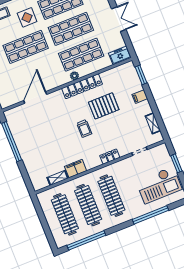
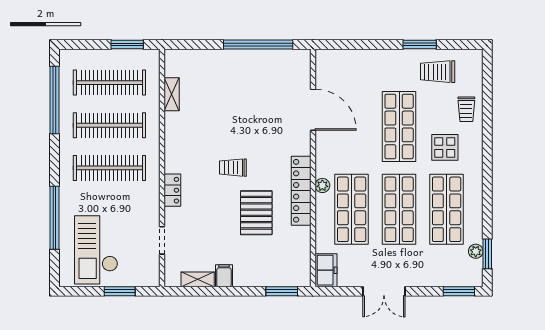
filing cabinet: (140, 97) -> (224, 276), moved
filing cabinet: (76, 169) -> (175, 129), removed
window: (40, 213) -> (127, 45), added

